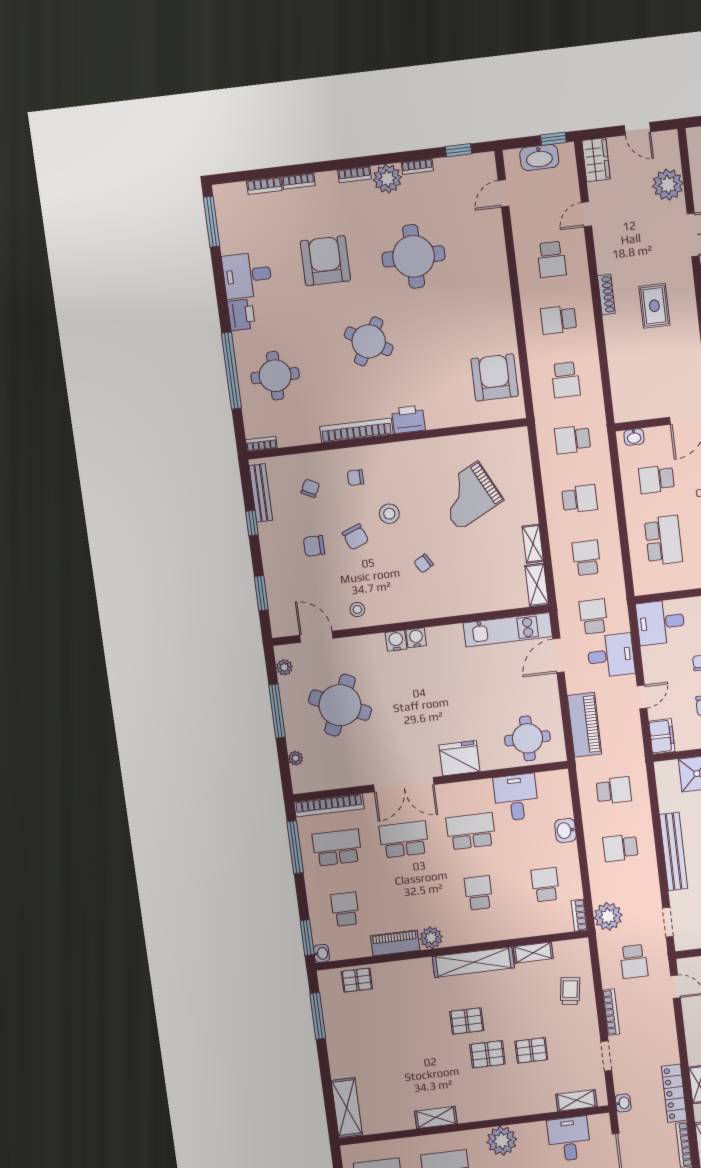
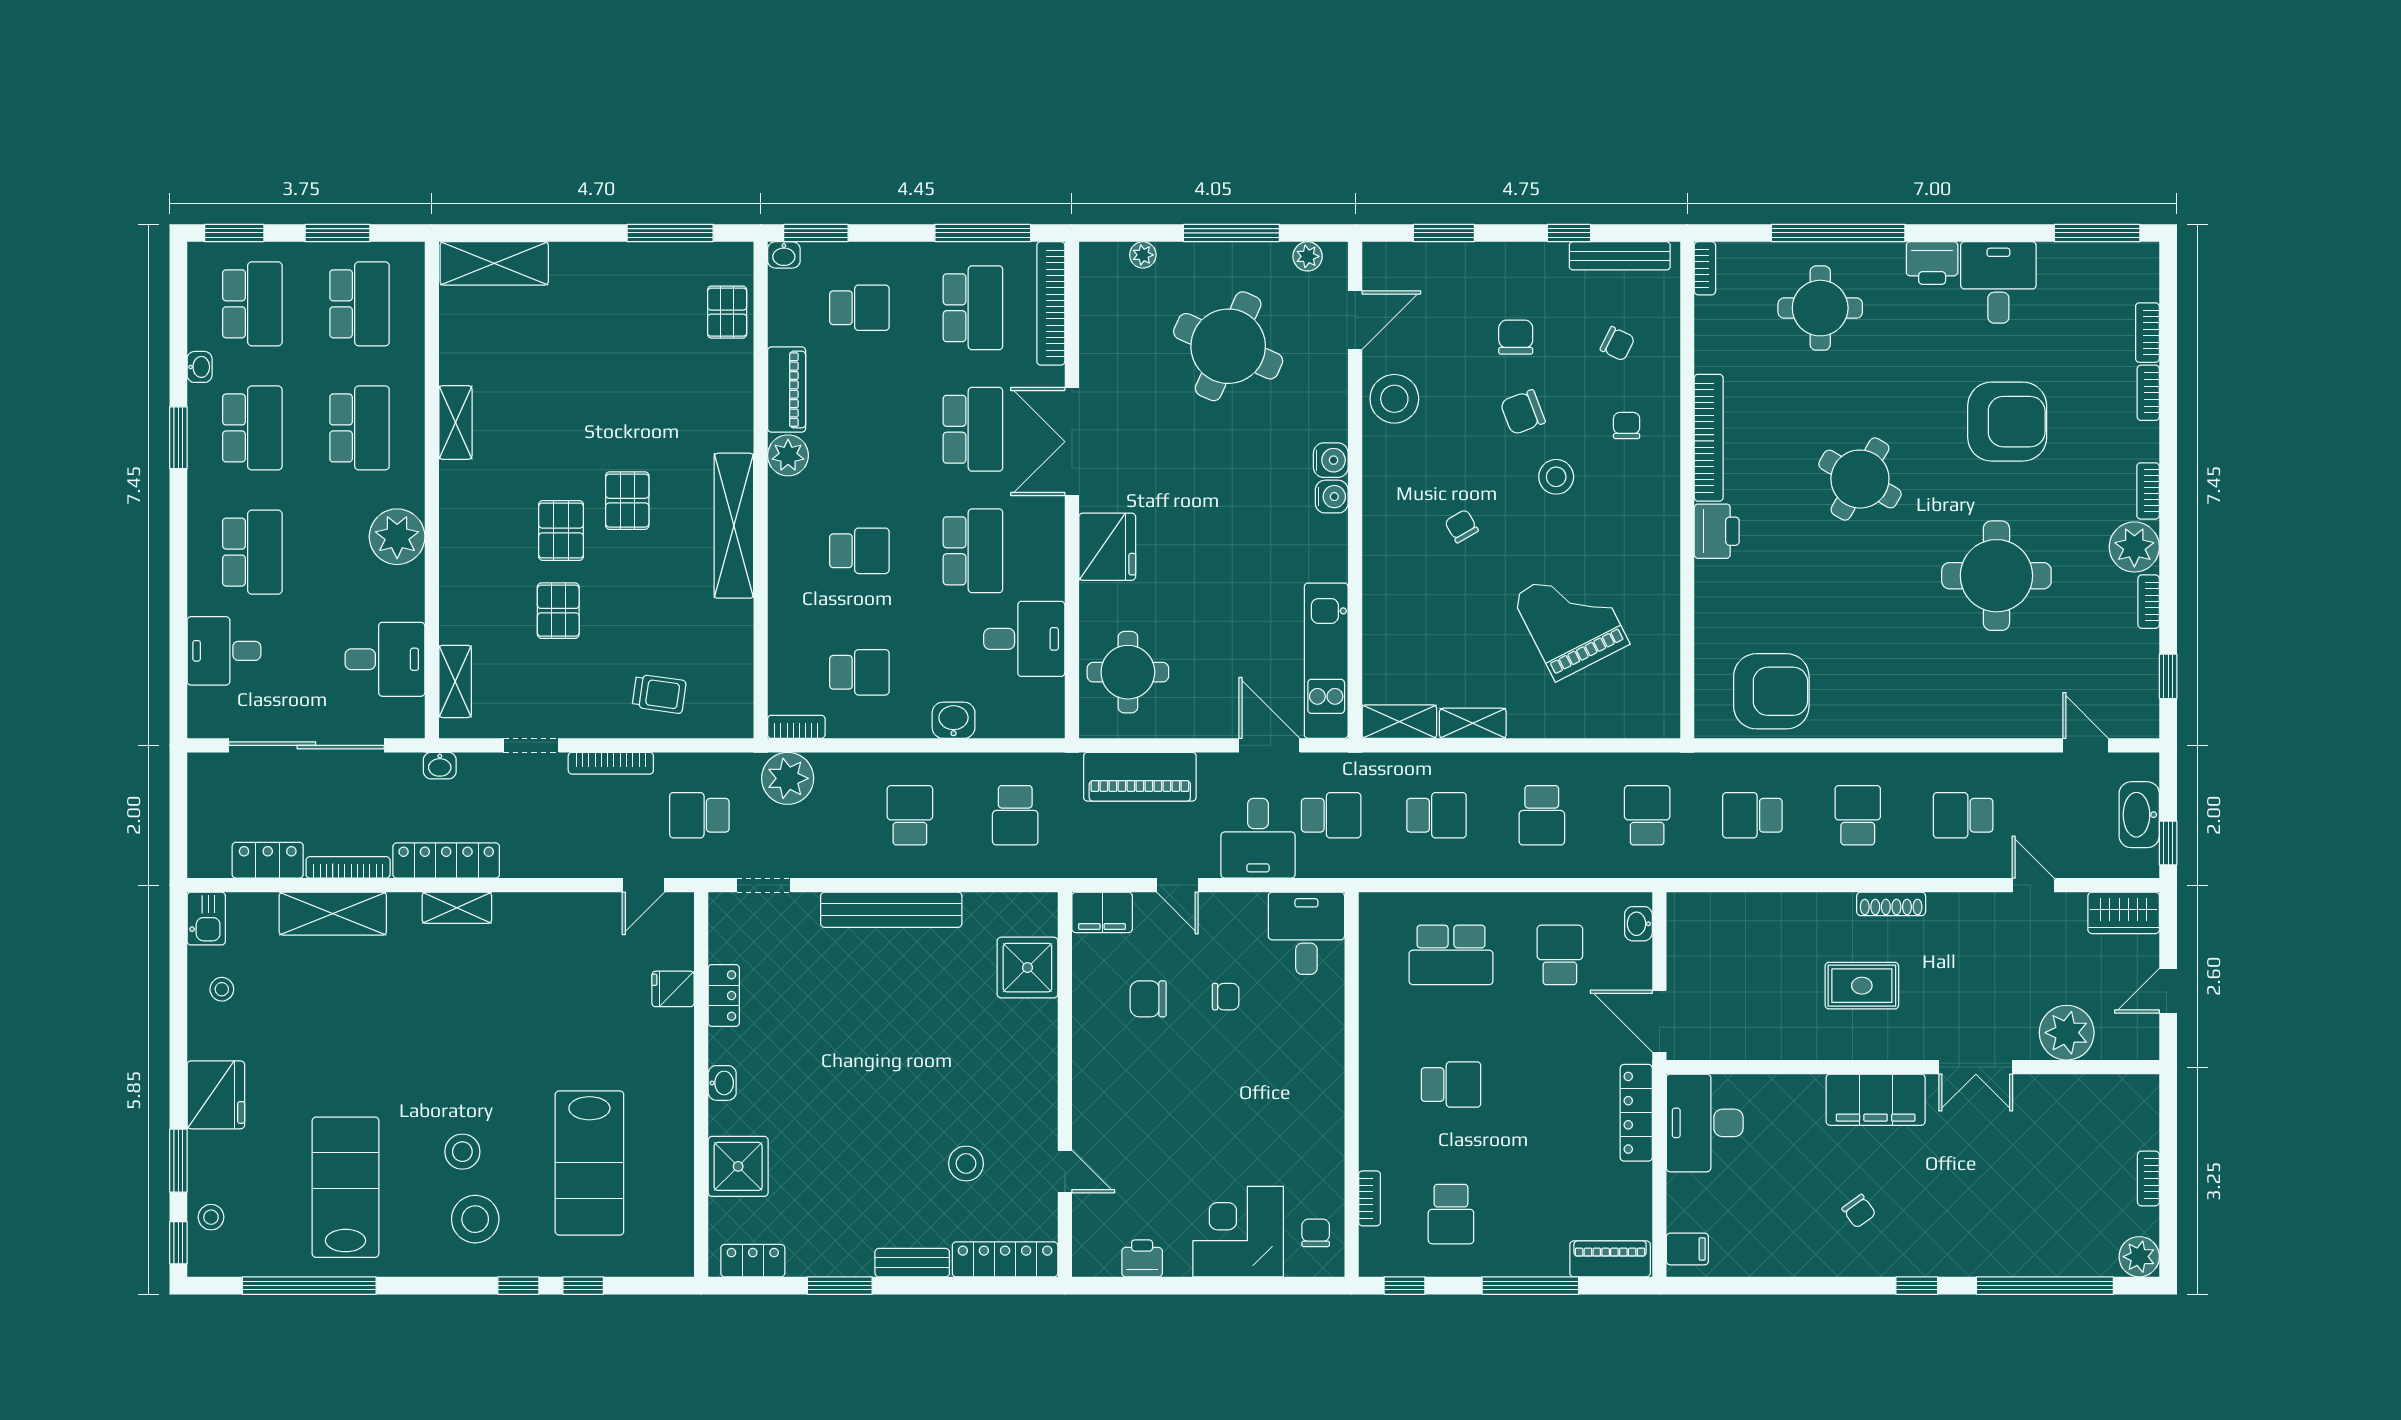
stool: (357, 610) -> (1394, 399), width x1.89, depth x1.89
shelving: (533, 953) -> (738, 636), removed

